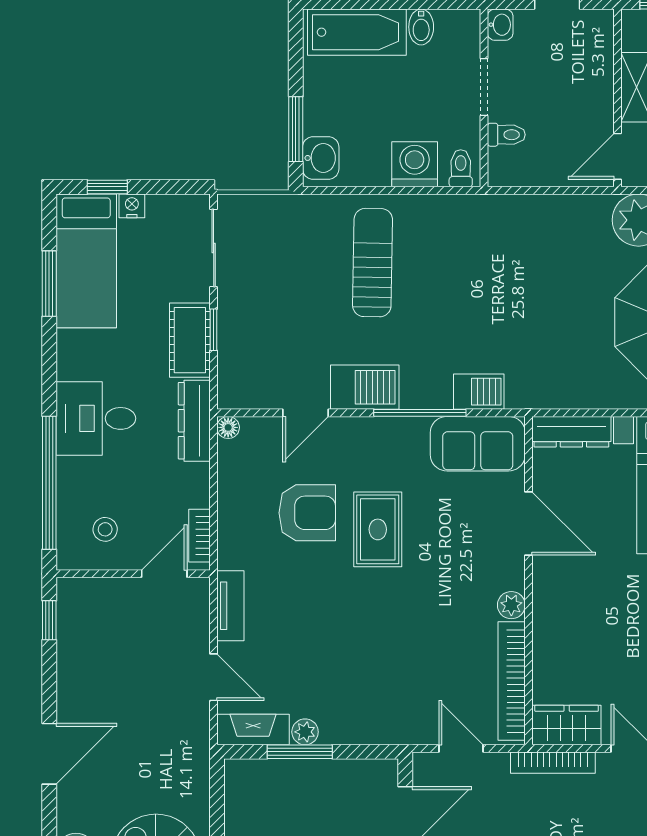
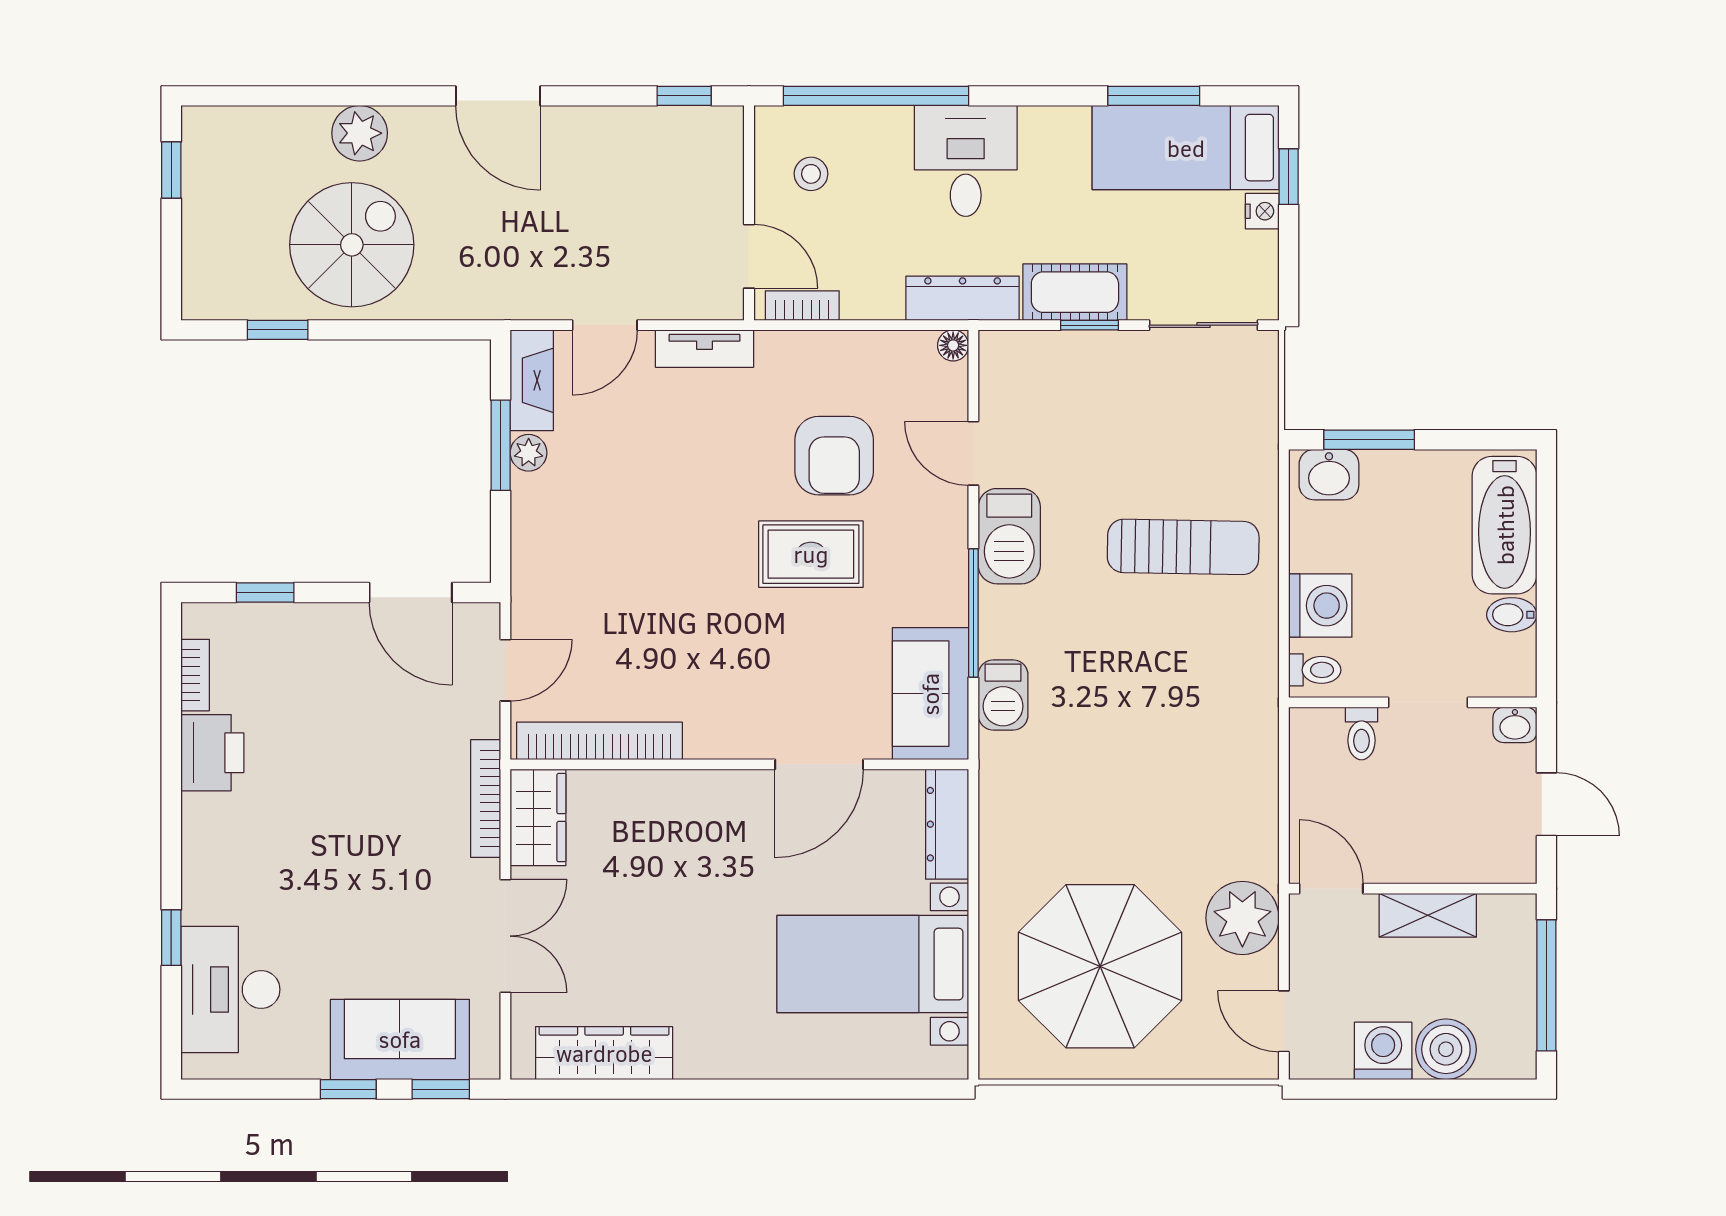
plant: (511, 605) -> (705, 740), removed

